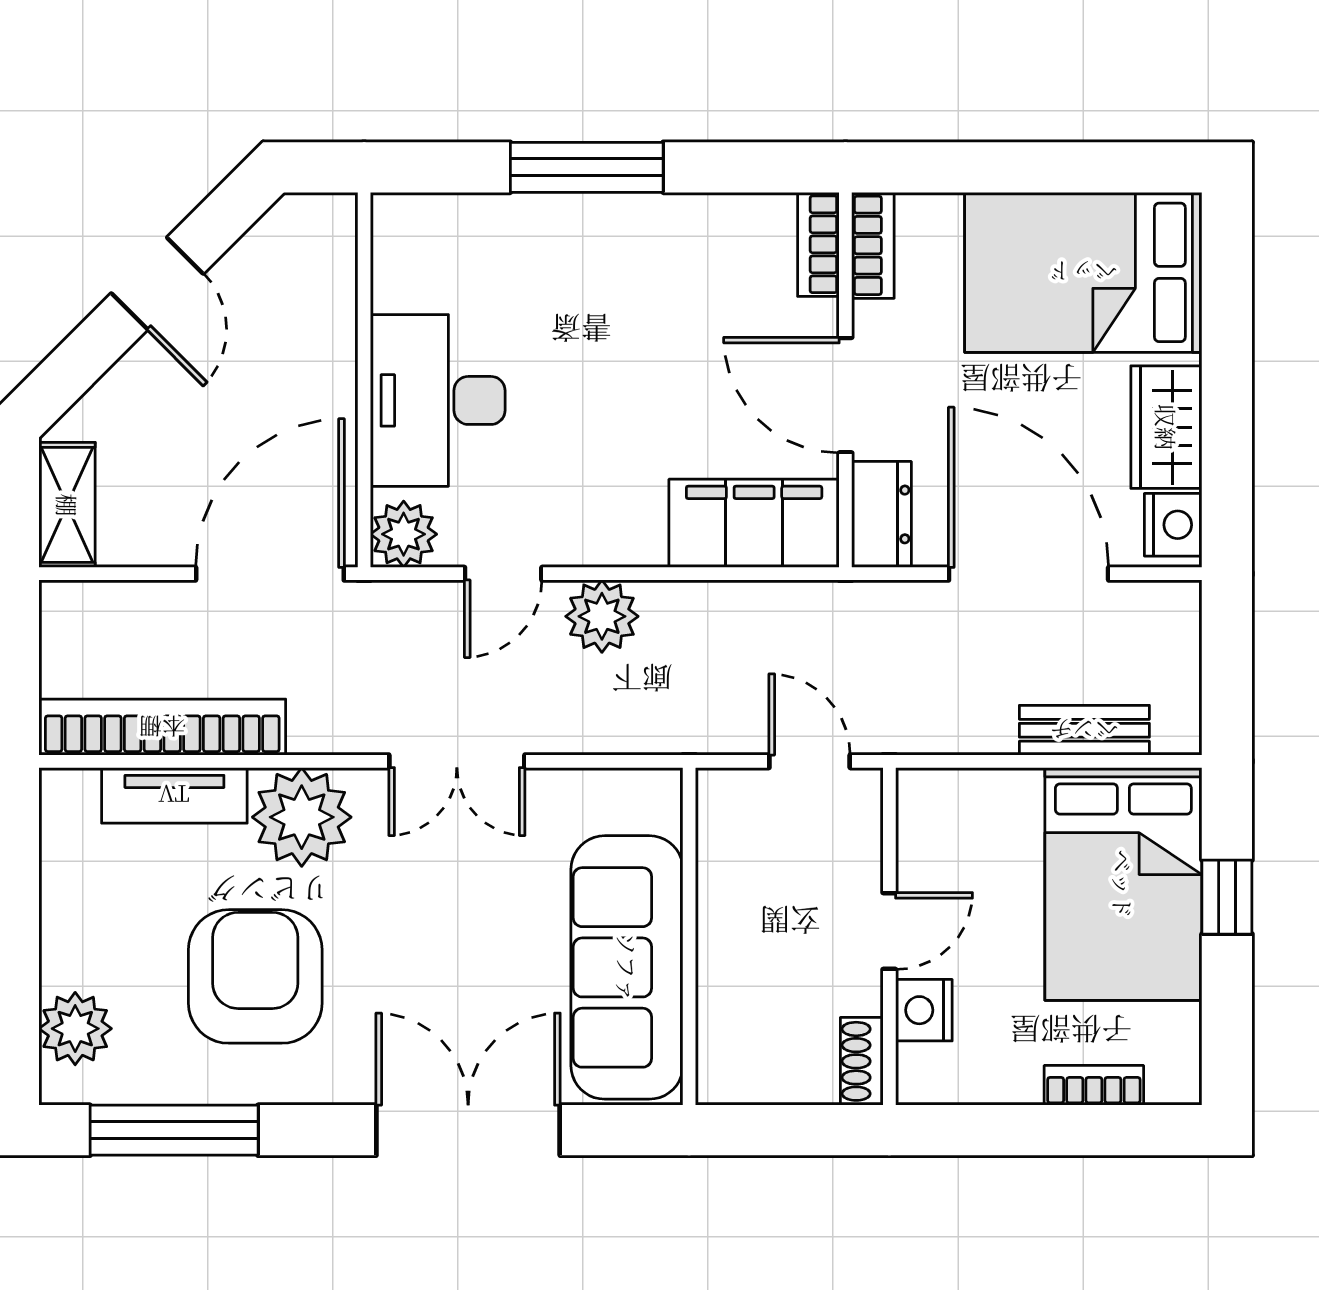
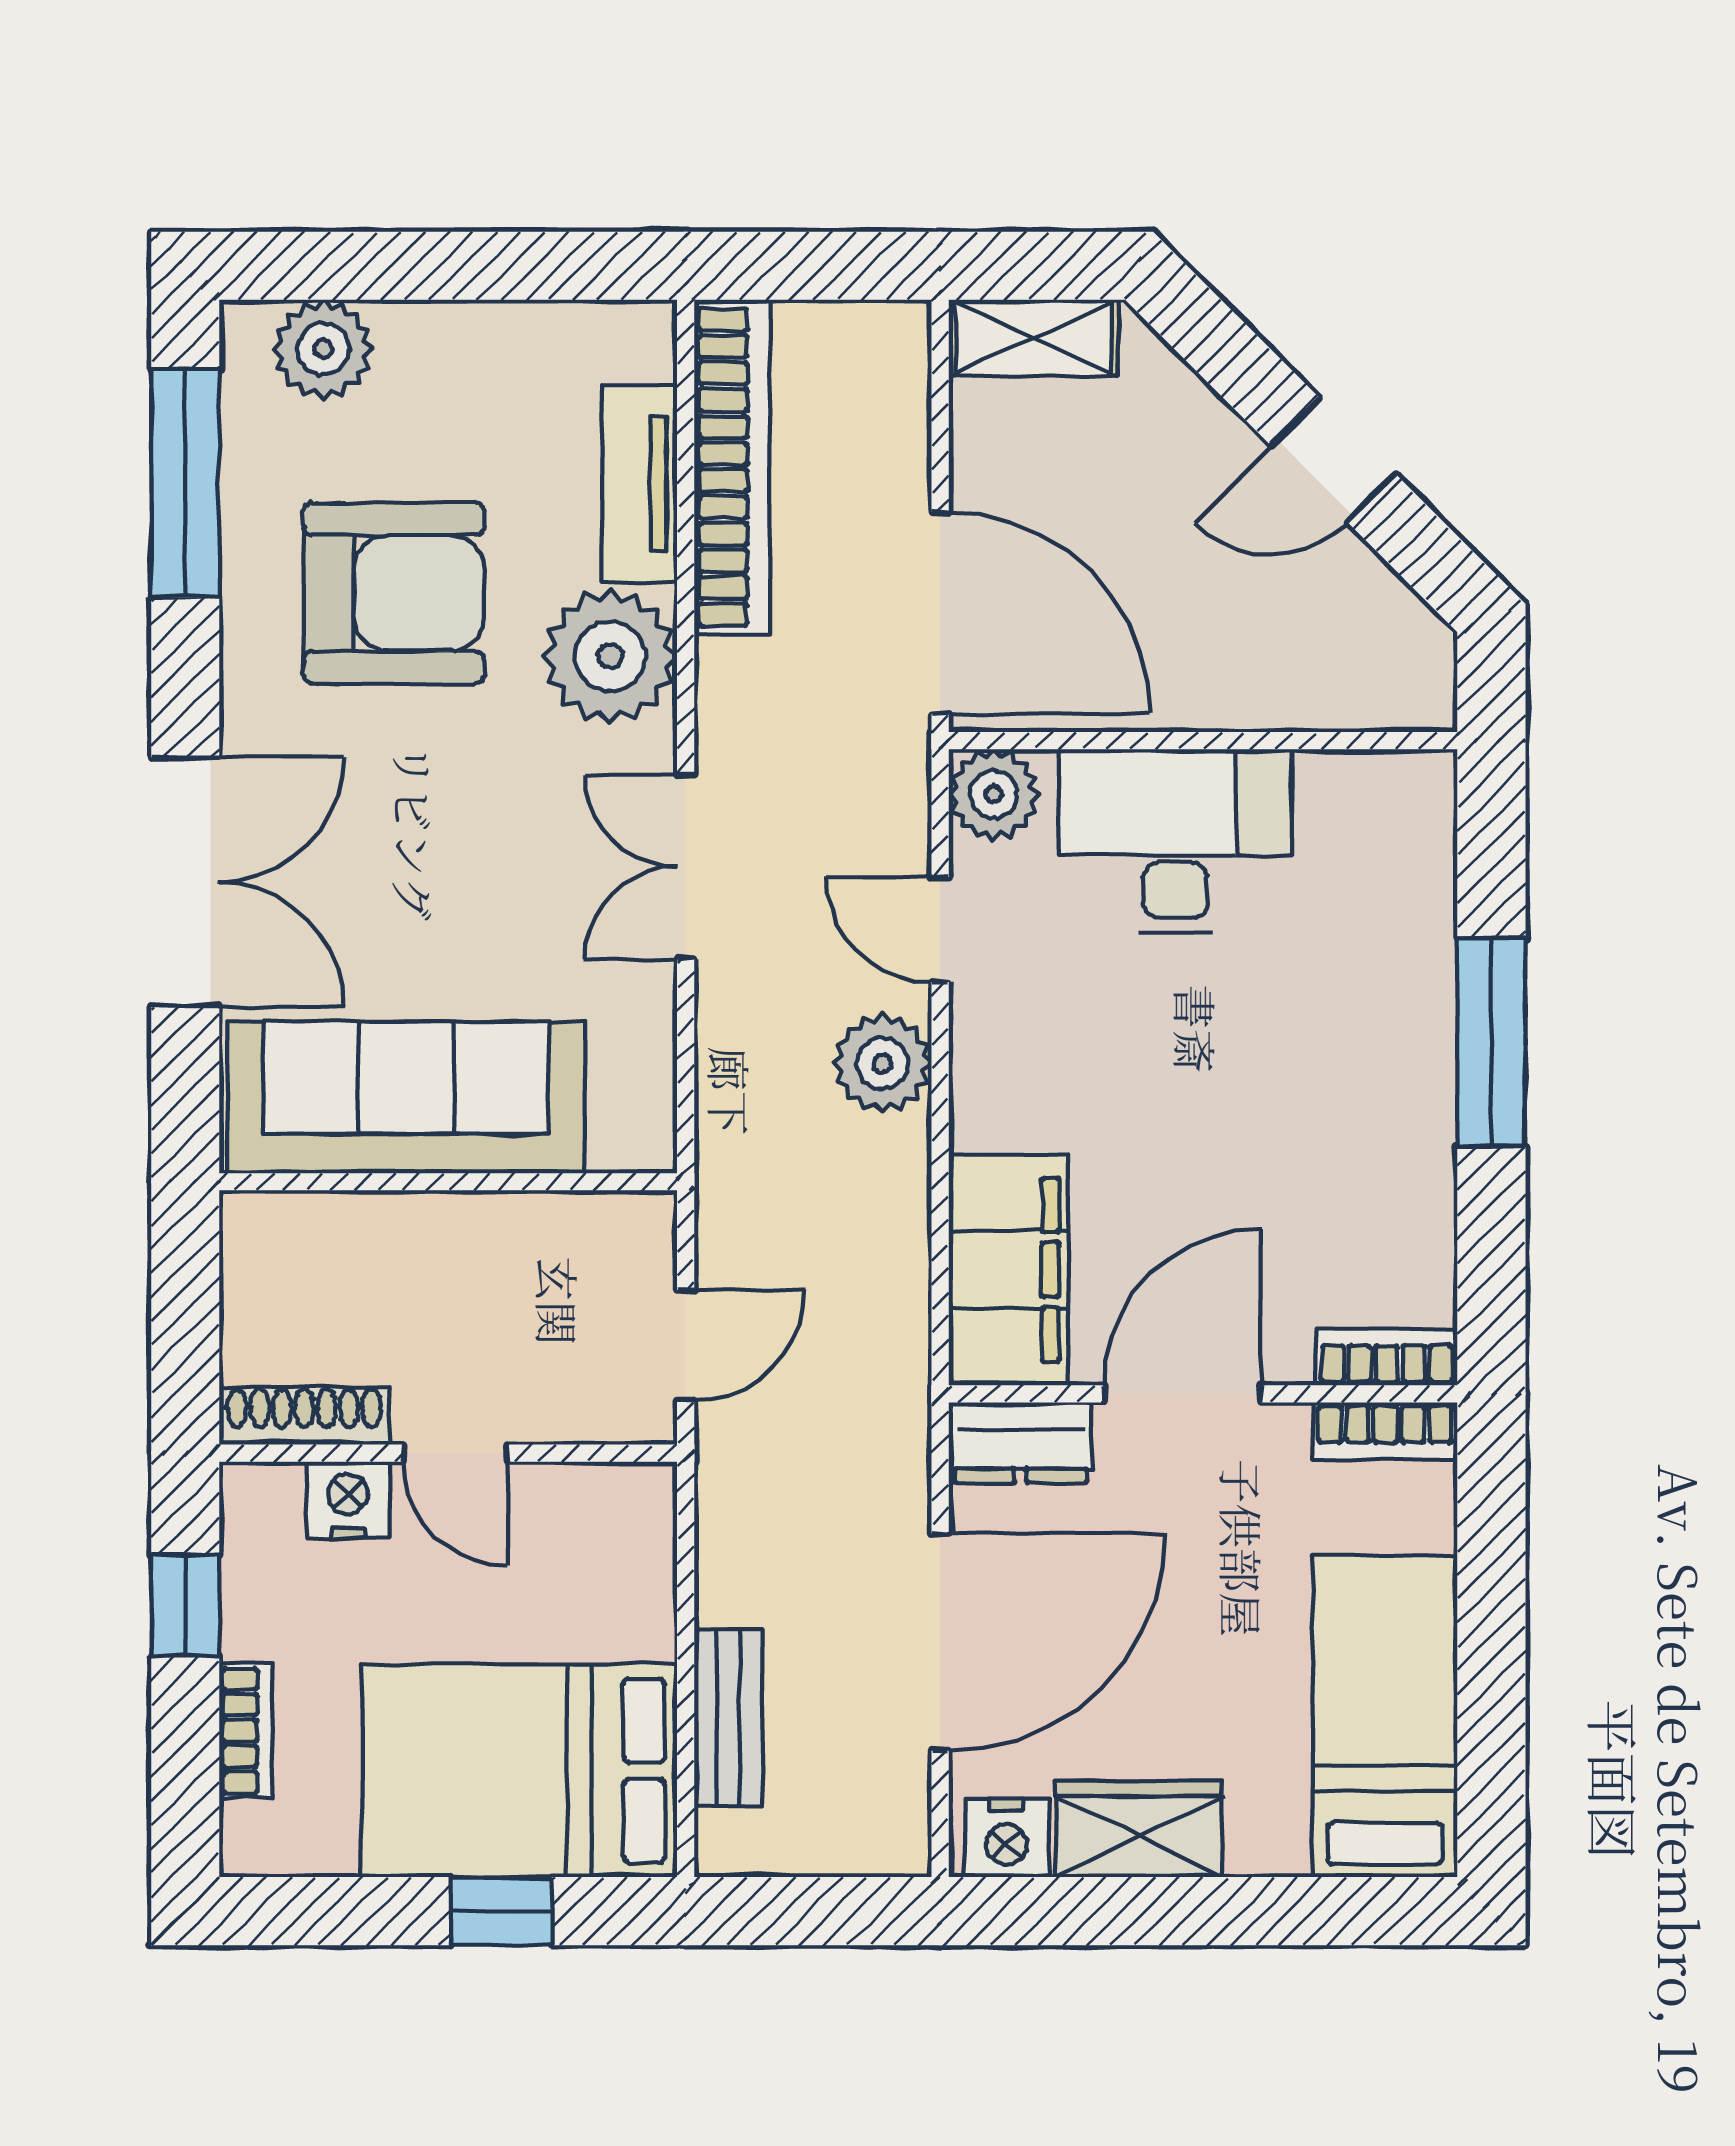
bed: (1083, 272) -> (1385, 1716), width x0.67
shoe rack: (862, 1061) -> (304, 1416), width x1.43
window: (1001, 1130) -> (185, 1605), added

